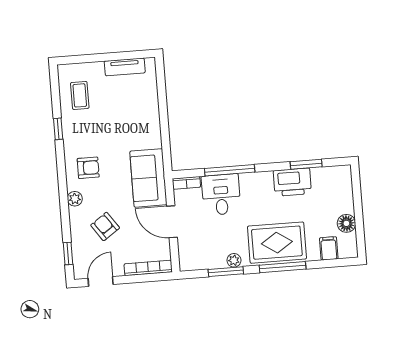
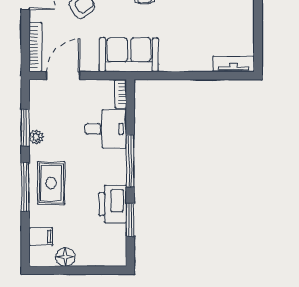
tv unit: (125, 67) -> (233, 64), moved, turned 90
window: (230, 170) -> (130, 161), moved
door: (172, 222) -> (63, 76), moved
rug: (277, 243) -> (51, 183), width x0.73, depth x0.70

